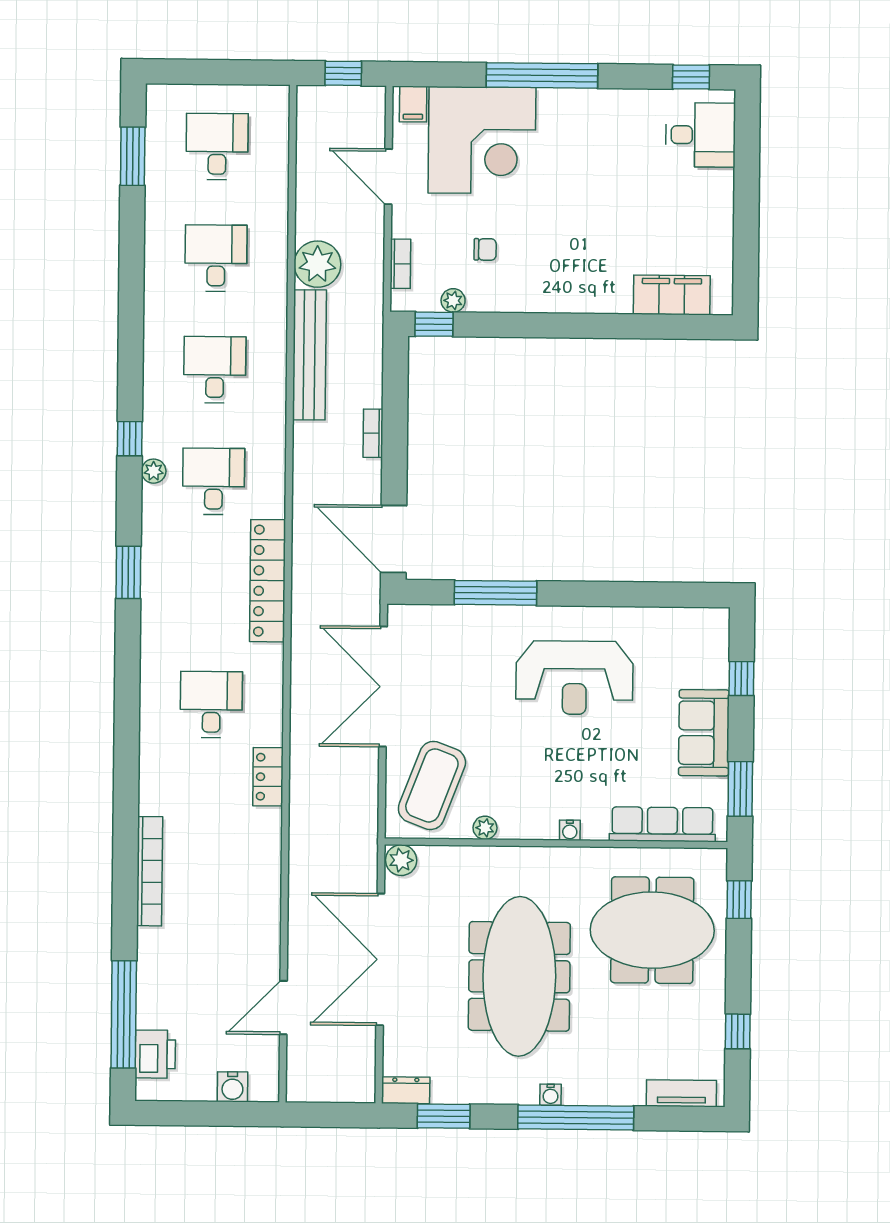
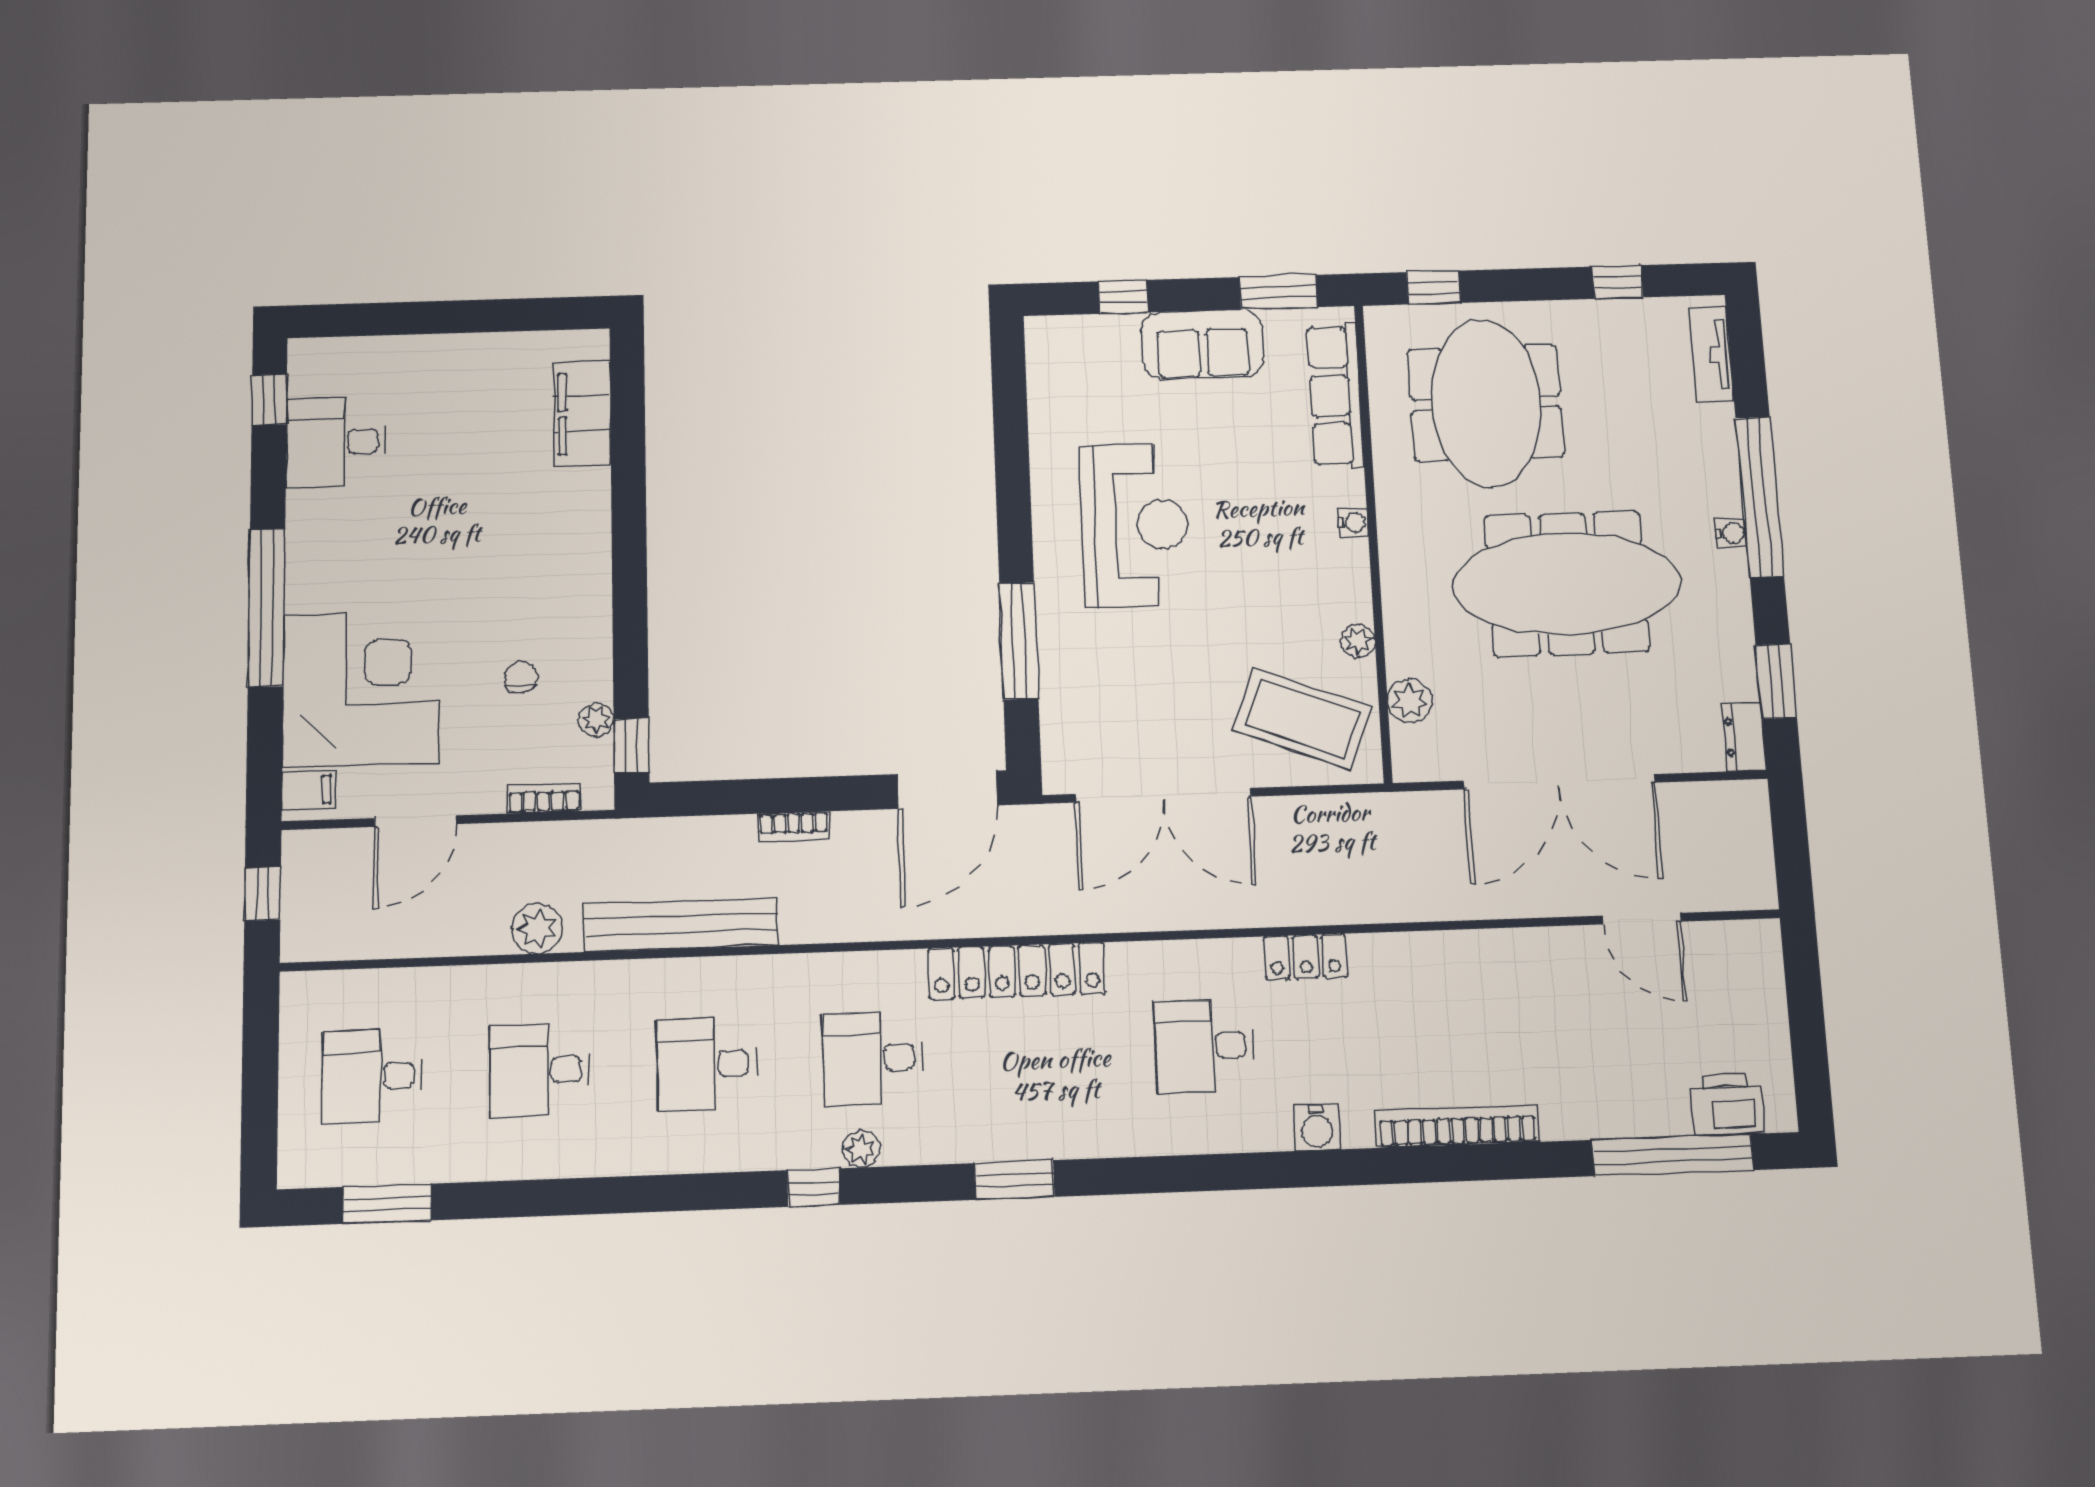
desk: (700, 135) -> (336, 442), moved, turned -90
plant: (317, 264) -> (537, 928), width x0.73, depth x0.73
plant: (401, 860) -> (1410, 701), moved
water cooler: (232, 1087) -> (1317, 1127), moved, turned 90

